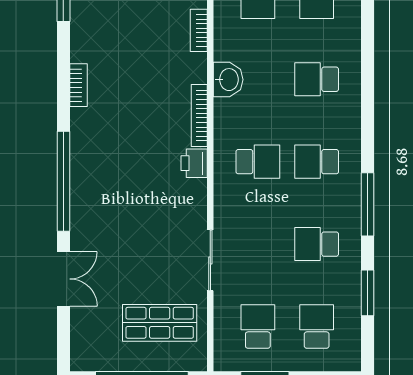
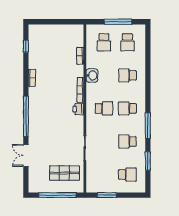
double door: (63, 279) -> (26, 155), swing flipped
school desk: (258, 327) -> (104, 175), removed
school desk: (317, 327) -> (127, 175), turned 90

